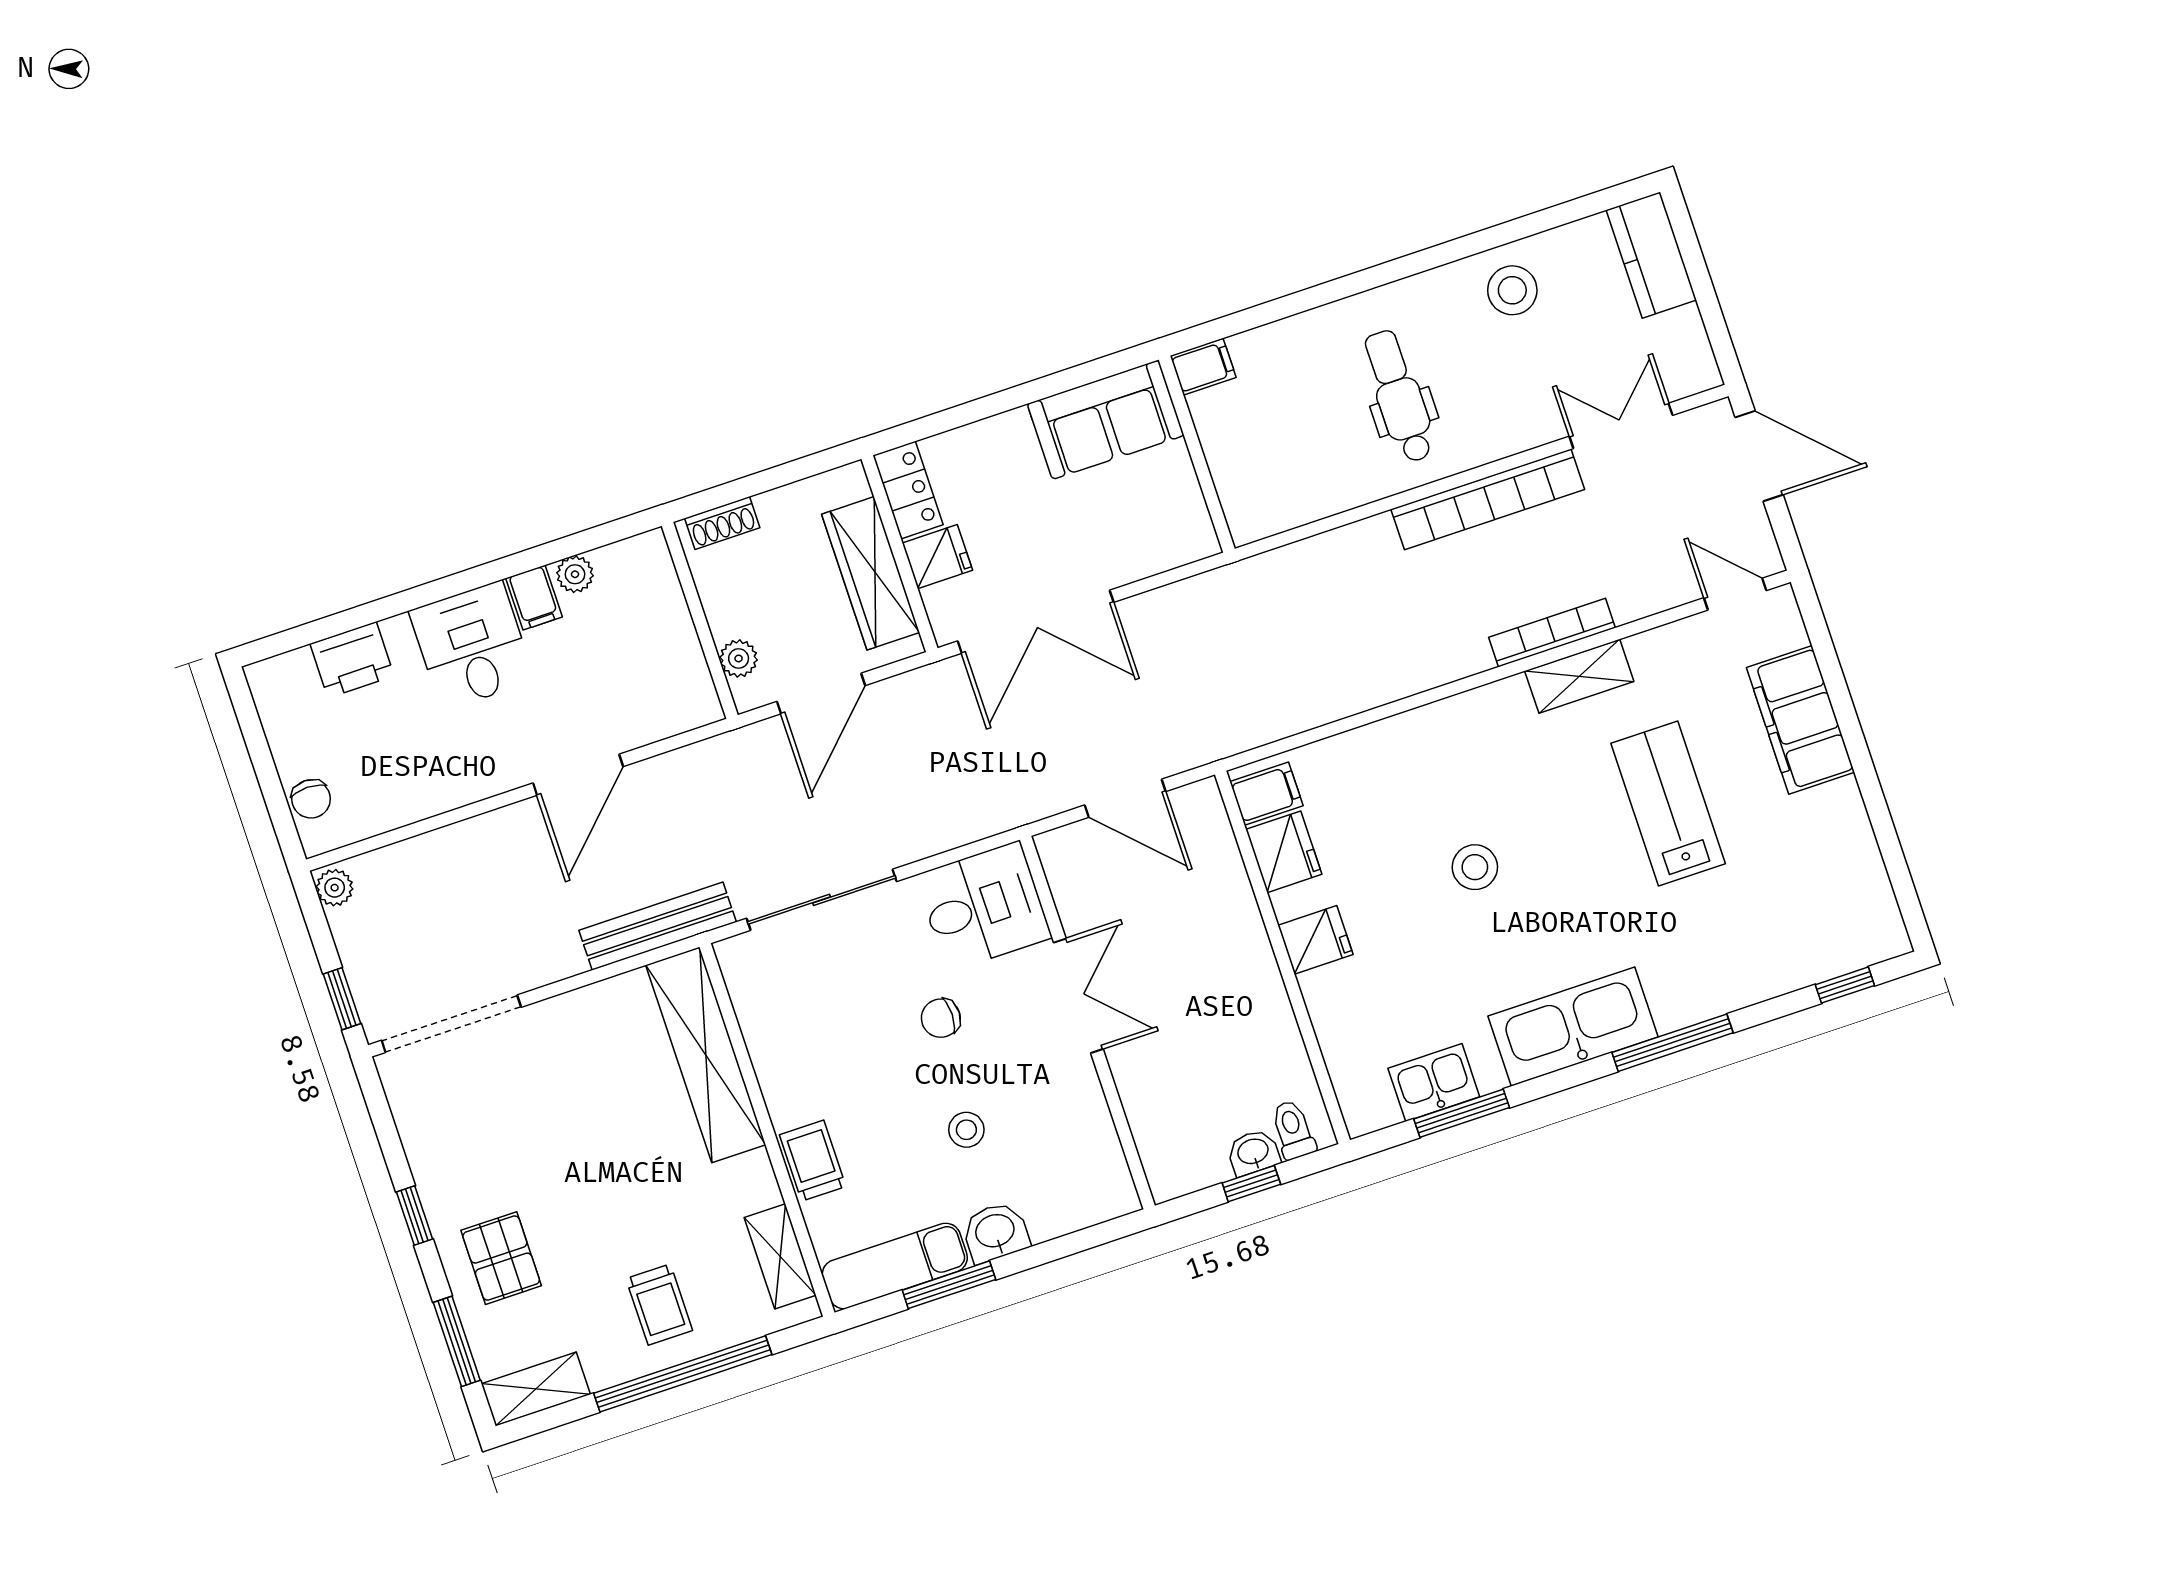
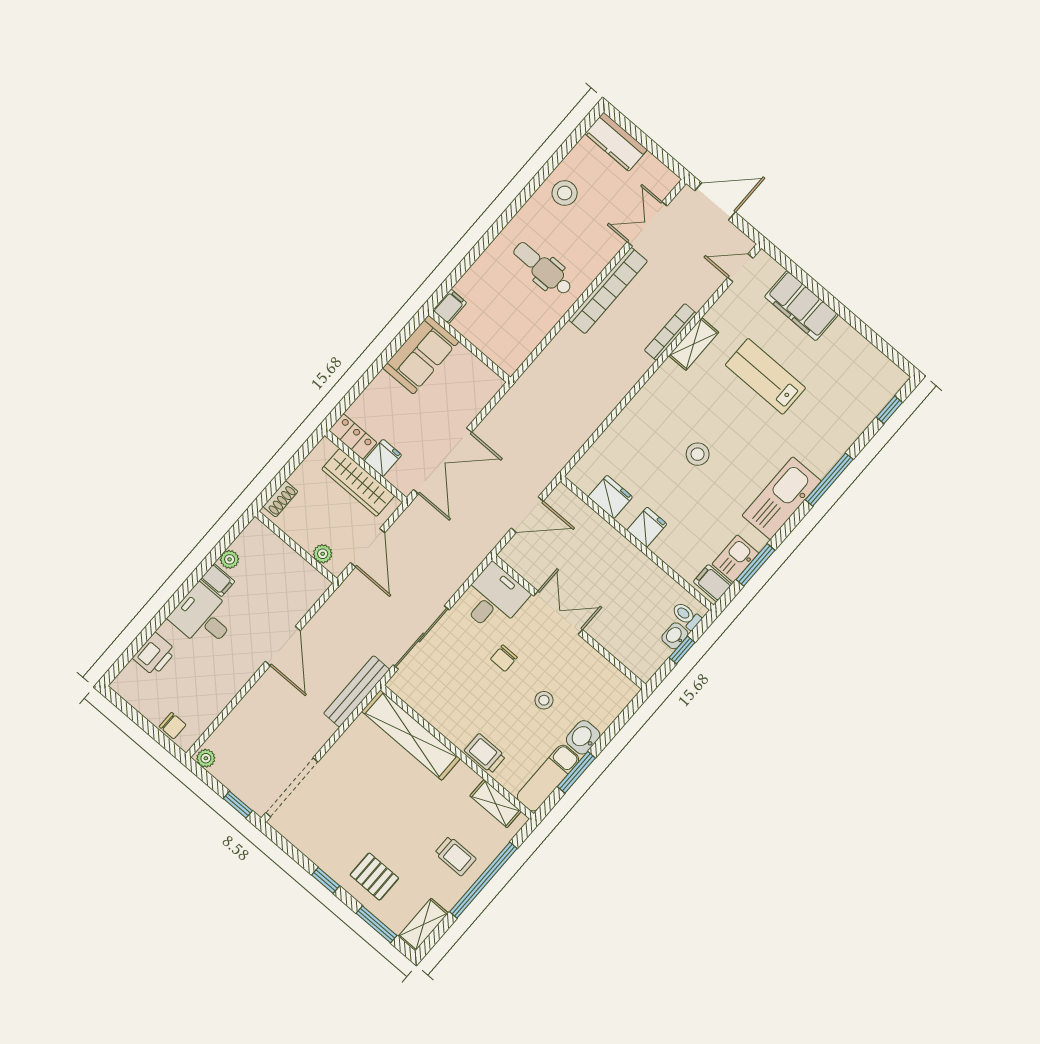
filing cabinet: (1266, 794) -> (712, 583), moved, turned -90

